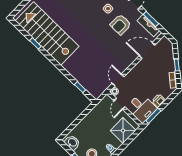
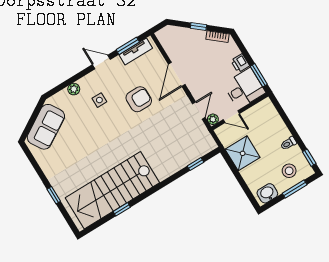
armchair: (120, 25) -> (139, 99), moved, turned -90
door: (147, 50) -> (177, 74), moved
door: (118, 80) -> (199, 111), swing flipped
shower: (123, 131) -> (243, 153), moved

